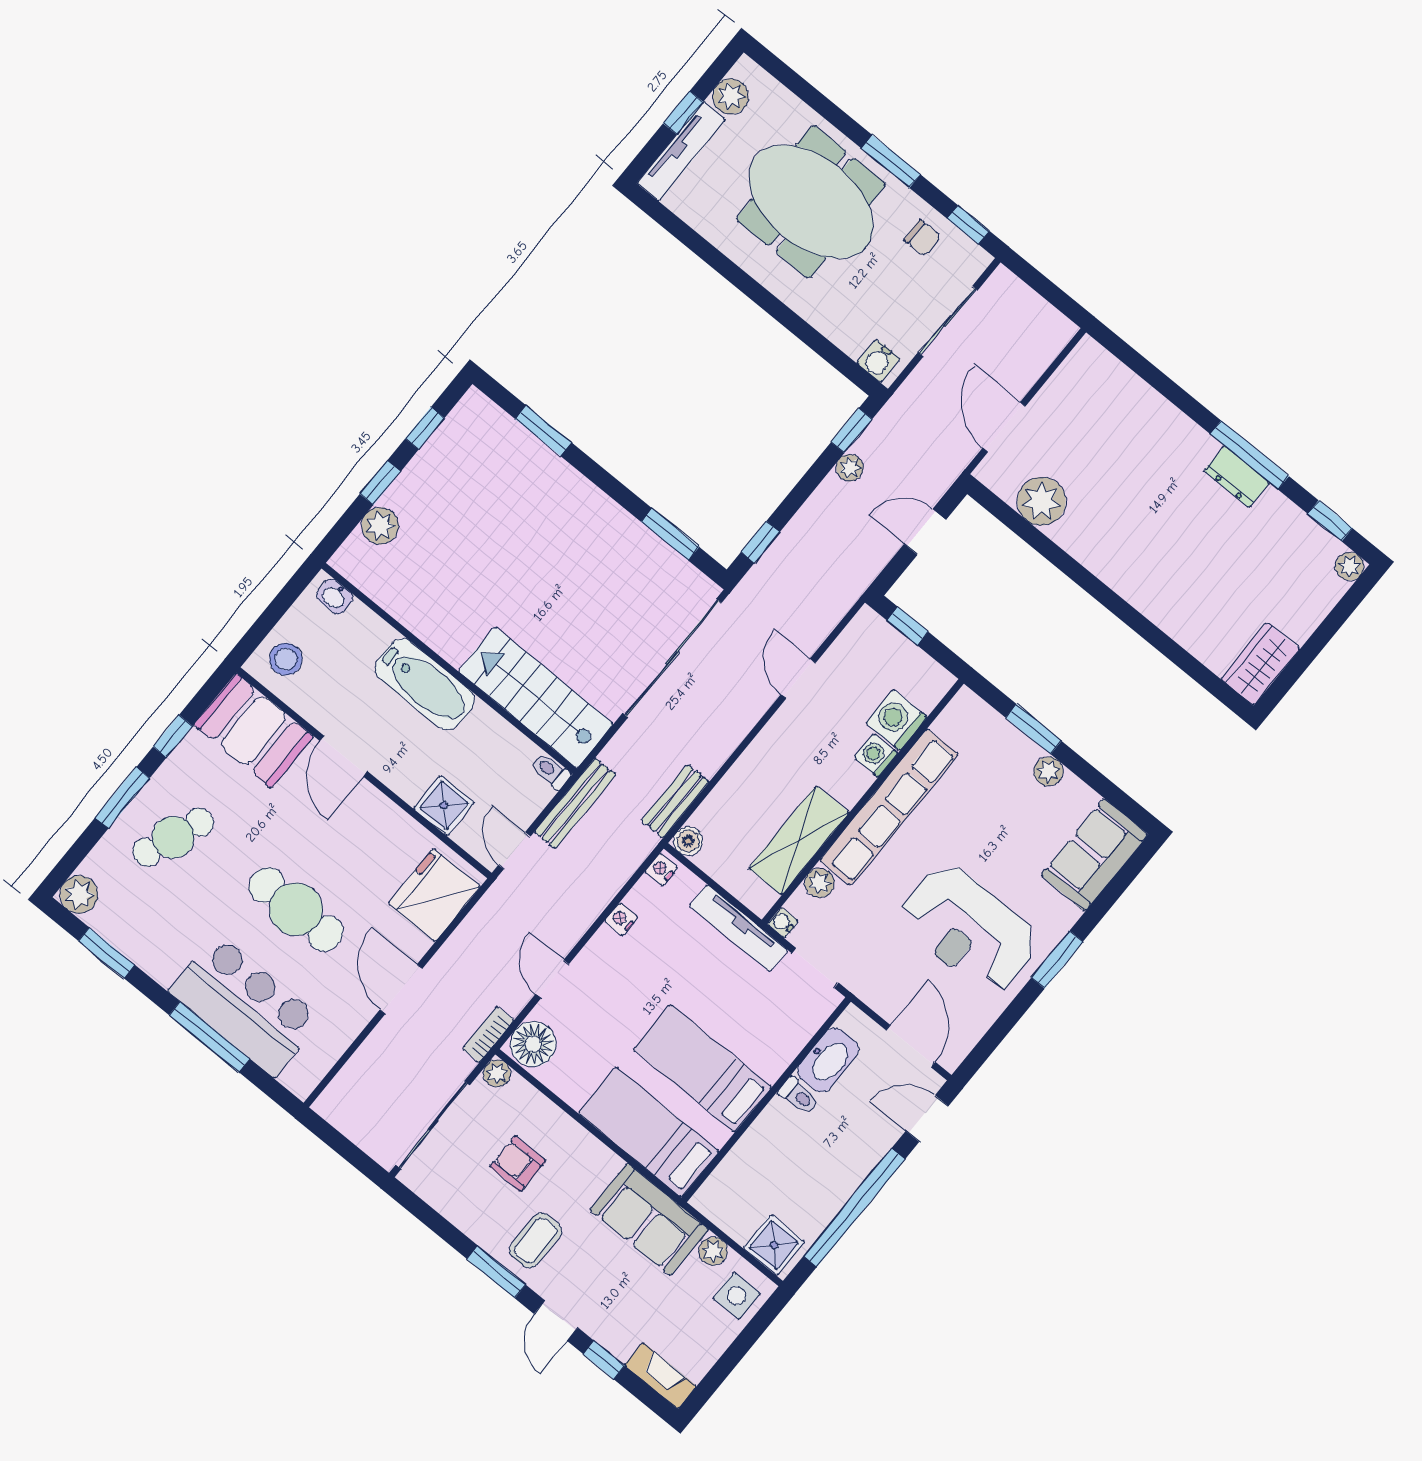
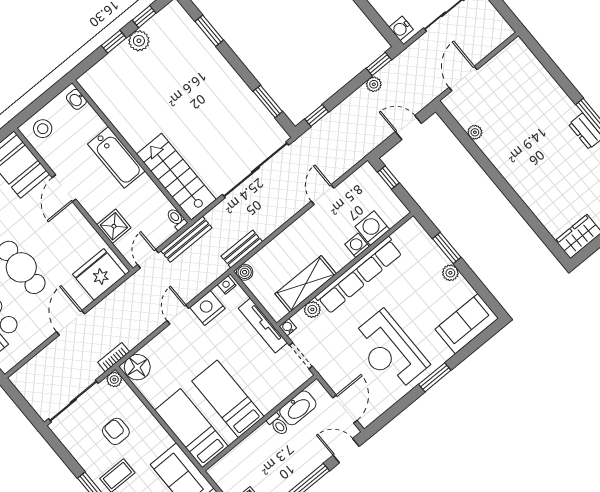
plant: (1042, 501) -> (475, 132), width x0.53, depth x0.53
plant: (380, 526) -> (139, 41), moved
nightstand: (621, 919) -> (207, 308), width x1.89, depth x1.79
door: (552, 979) -> (178, 314), moved

